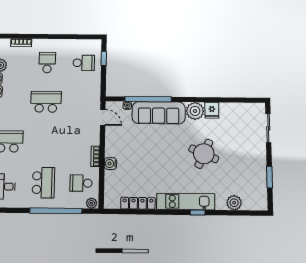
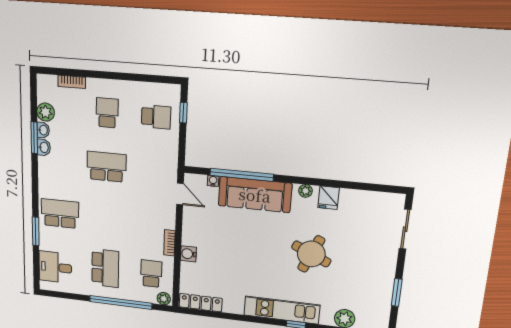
plant: (195, 111) -> (305, 191), width x0.53, depth x0.53
school desk: (81, 183) -> (151, 274), turned 90
locker: (138, 203) -> (201, 303), moved

